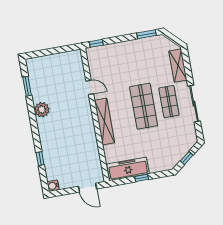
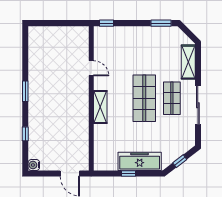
window: (27, 86) -> (25, 91), moved
plant: (42, 110) -> (36, 83), removed
shelving: (104, 121) -> (100, 107), width x0.68
freezer: (128, 169) -> (140, 161), moved

